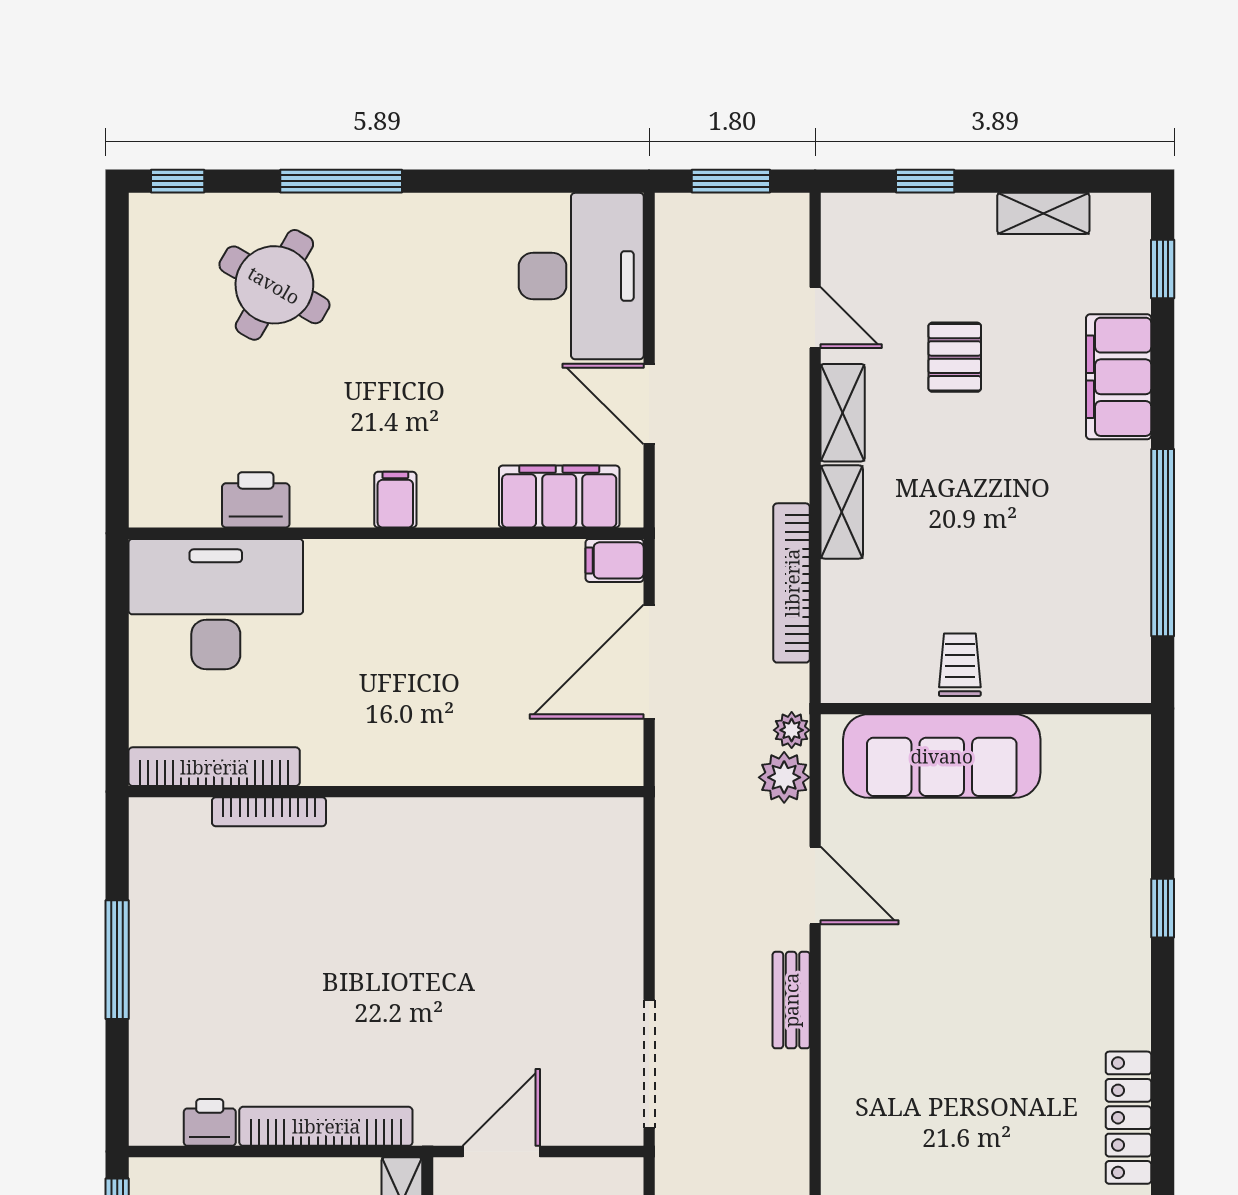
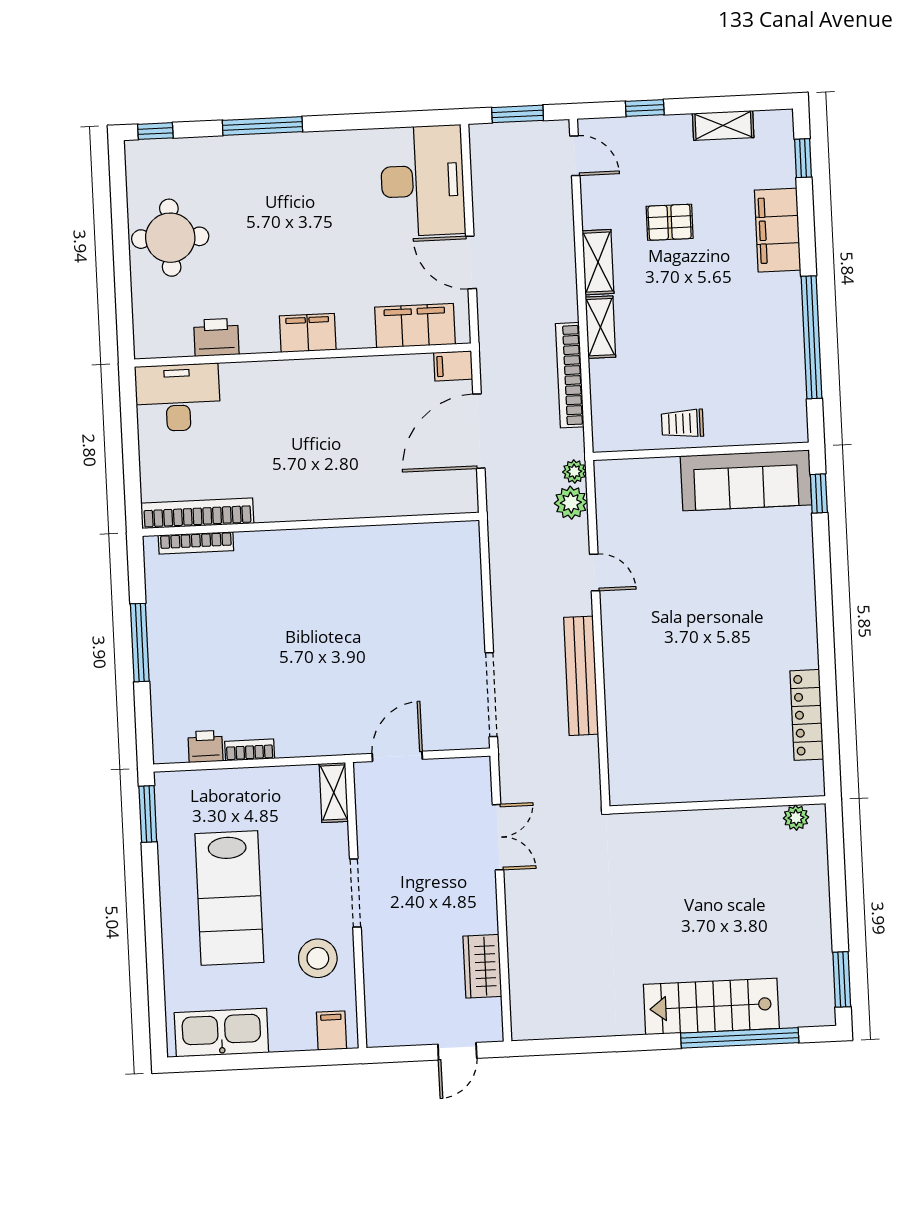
round table: (274, 285) -> (170, 238), moved, turned -30
door: (815, 318) -> (575, 156), moved
pallet: (955, 357) -> (670, 222), turned 90
filing cabinet: (395, 500) -> (308, 333), width x2.00
desk: (216, 604) -> (178, 398), width x0.73, depth x0.77
trolley: (960, 665) -> (682, 424), turned -90
sofa: (942, 756) -> (746, 480), moved
bookcase: (269, 812) -> (196, 543), moved
door: (815, 885) -> (595, 573), width x0.73
window: (1163, 908) -> (819, 494), moved
bench: (791, 1000) -> (581, 676), width x1.86, depth x1.21
bookcase: (326, 1126) -> (250, 750), width x0.43, depth x0.76

